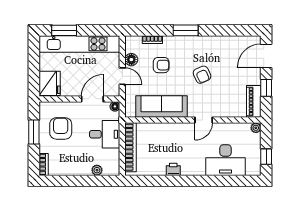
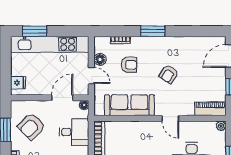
armchair: (202, 75) -> (169, 74), turned 57
fridge: (50, 83) -> (18, 83), width x0.53, depth x0.75
piano: (254, 101) -> (210, 109), moved, turned 90
door: (204, 120) -> (170, 118), hinge flipped
armchair: (61, 128) -> (31, 126), turned -134

